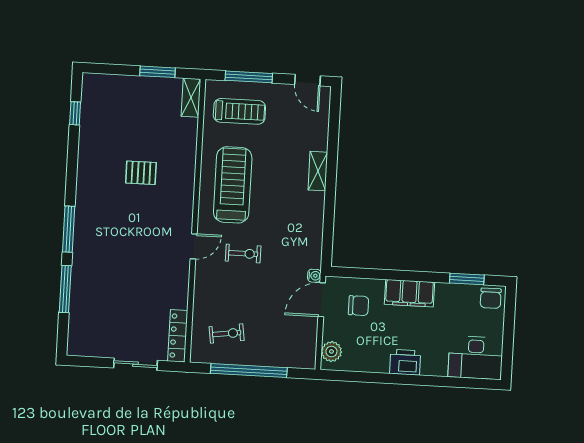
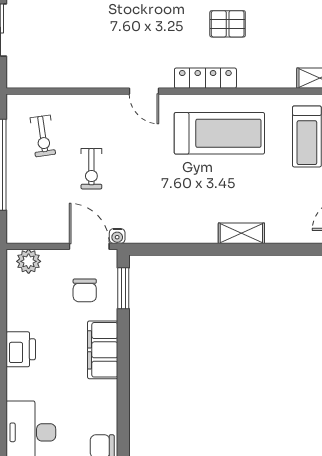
pallet: (141, 173) -> (228, 24), turned 90
exercise bike: (243, 253) -> (91, 169), moved
window: (467, 279) -> (123, 288), moved
locker: (178, 336) -> (205, 78), moved

